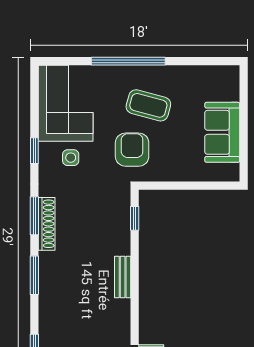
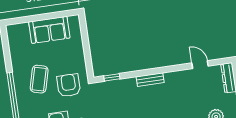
armchair: (132, 150) -> (69, 85), turned 90

